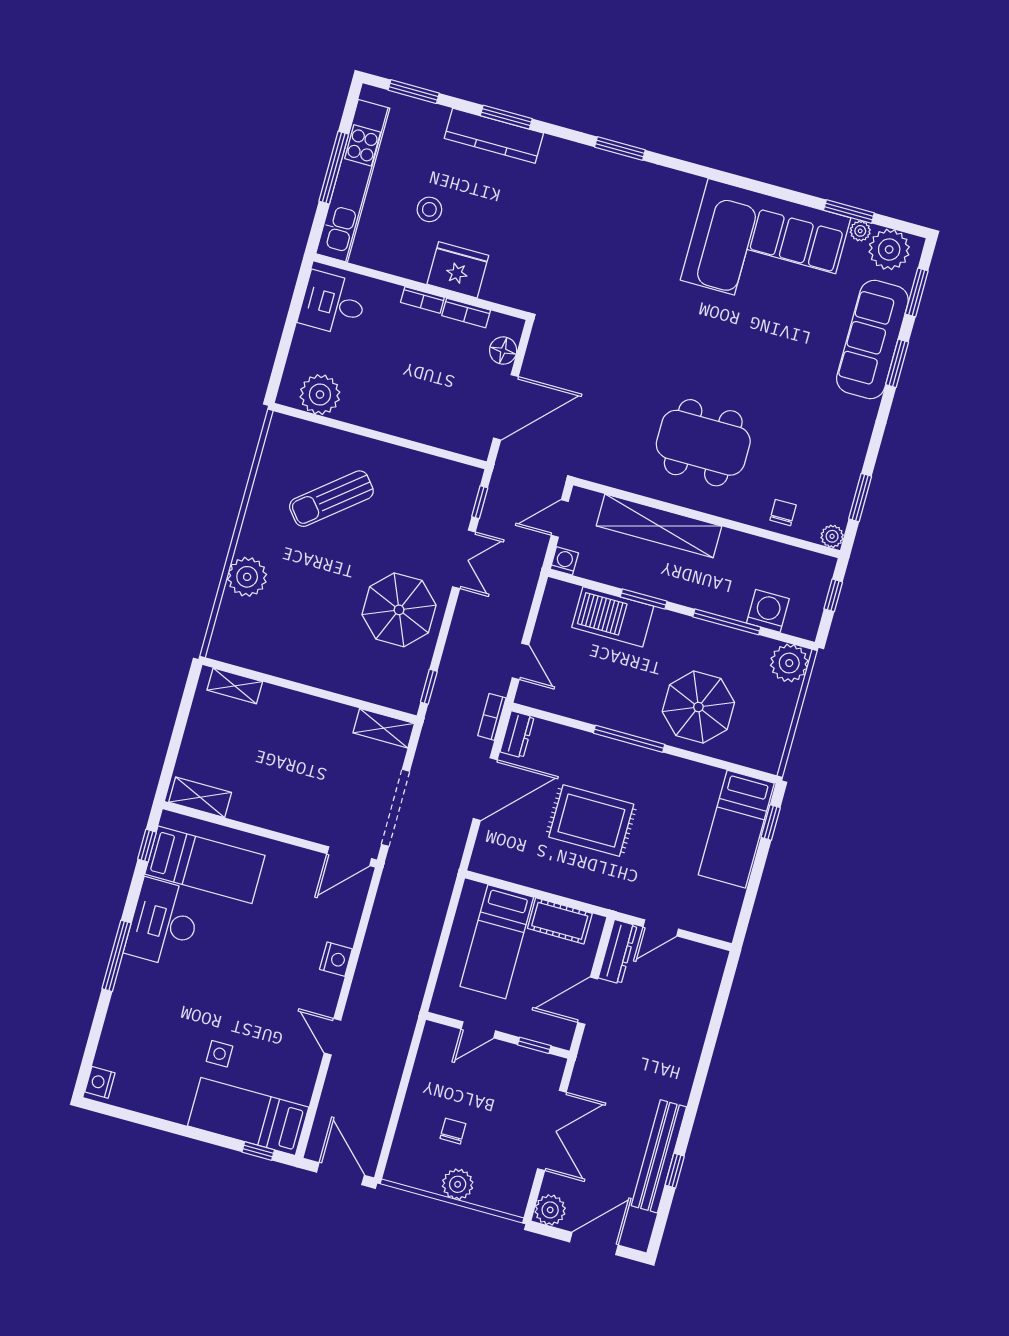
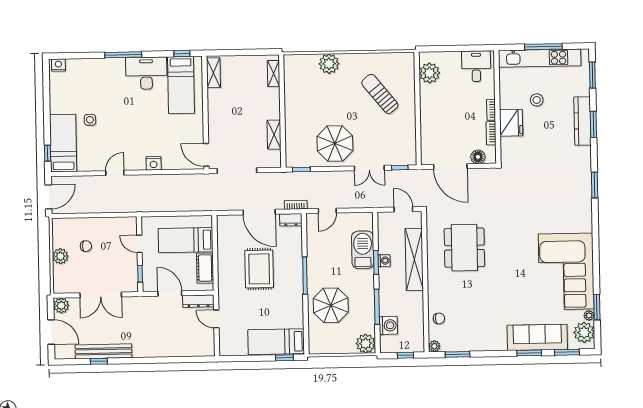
dining table: (703, 443) -> (464, 248), moved
washing machine: (564, 561) -> (384, 261), moved
shelving: (384, 728) -> (274, 135), moved

